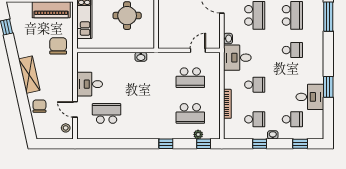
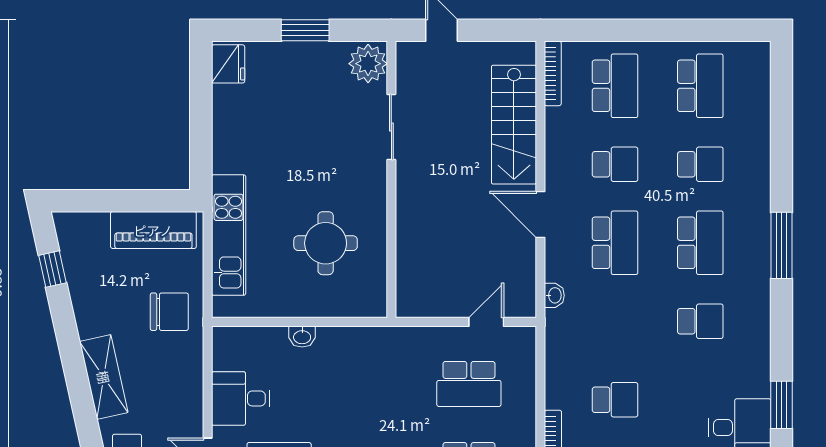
chair: (58, 46) -> (169, 312), turned 90
washbasin: (141, 57) -> (302, 337), moved
desk: (237, 58) -> (576, 338), removed

